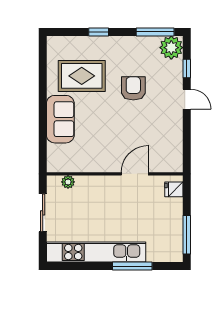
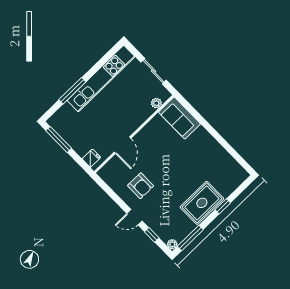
plant: (171, 48) -> (172, 244), width x0.53, depth x0.53
rug: (82, 76) -> (202, 203), moved
armchair: (133, 88) -> (141, 186), moved
sofa: (60, 119) -> (179, 118), moved

